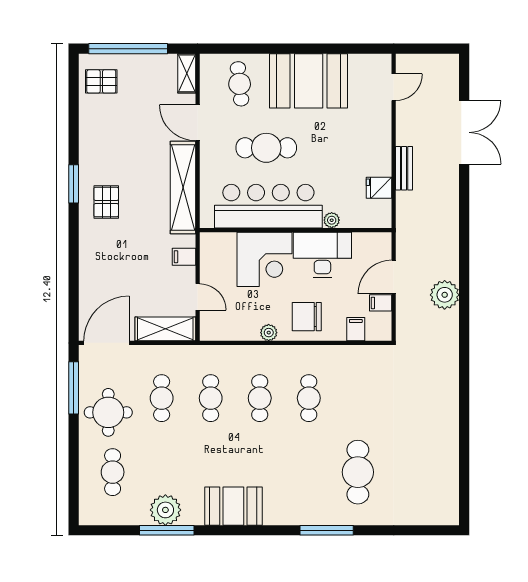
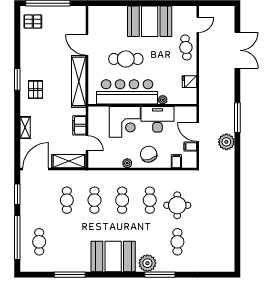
shelving: (187, 73) -> (25, 128), moved
cafe table: (240, 84) -> (186, 47), moved
bench: (404, 168) -> (204, 71), removed
window: (464, 252) -> (237, 118), added
filing cabinet: (184, 257) -> (79, 125), width x2.00
door: (394, 277) -> (198, 132), hinge flipped
chair: (307, 317) -> (149, 154), turned 73
window: (74, 388) -> (17, 194), width x0.69
round table: (108, 412) -> (177, 205), moved
window: (74, 464) -> (17, 237), added
cafe table: (358, 472) -> (177, 242), width x0.73, depth x0.74
booth: (233, 506) -> (113, 256), width x1.36, depth x1.42
plant: (165, 510) -> (147, 263), moved

